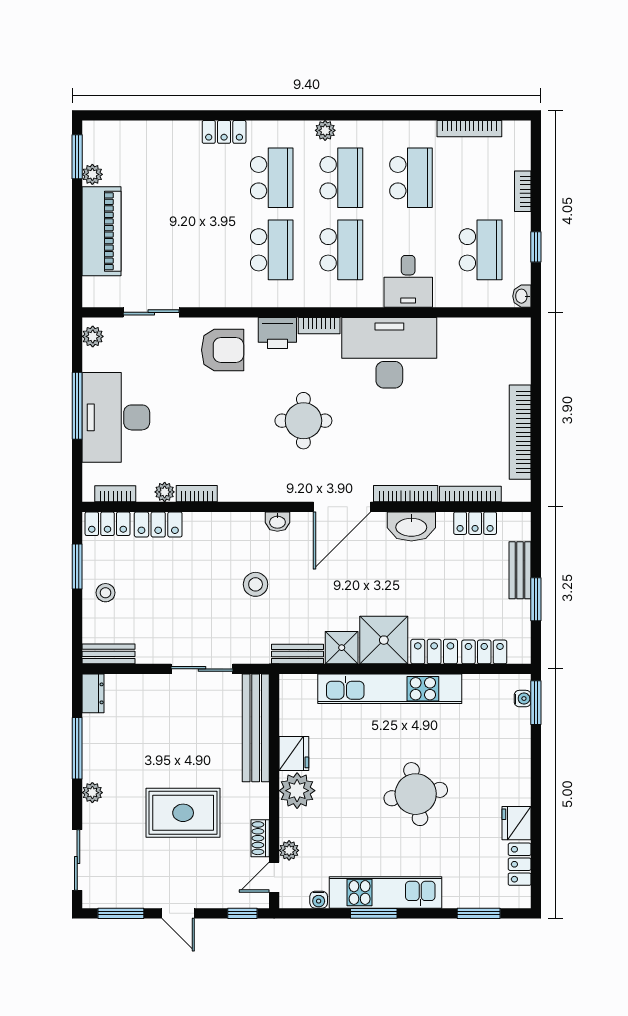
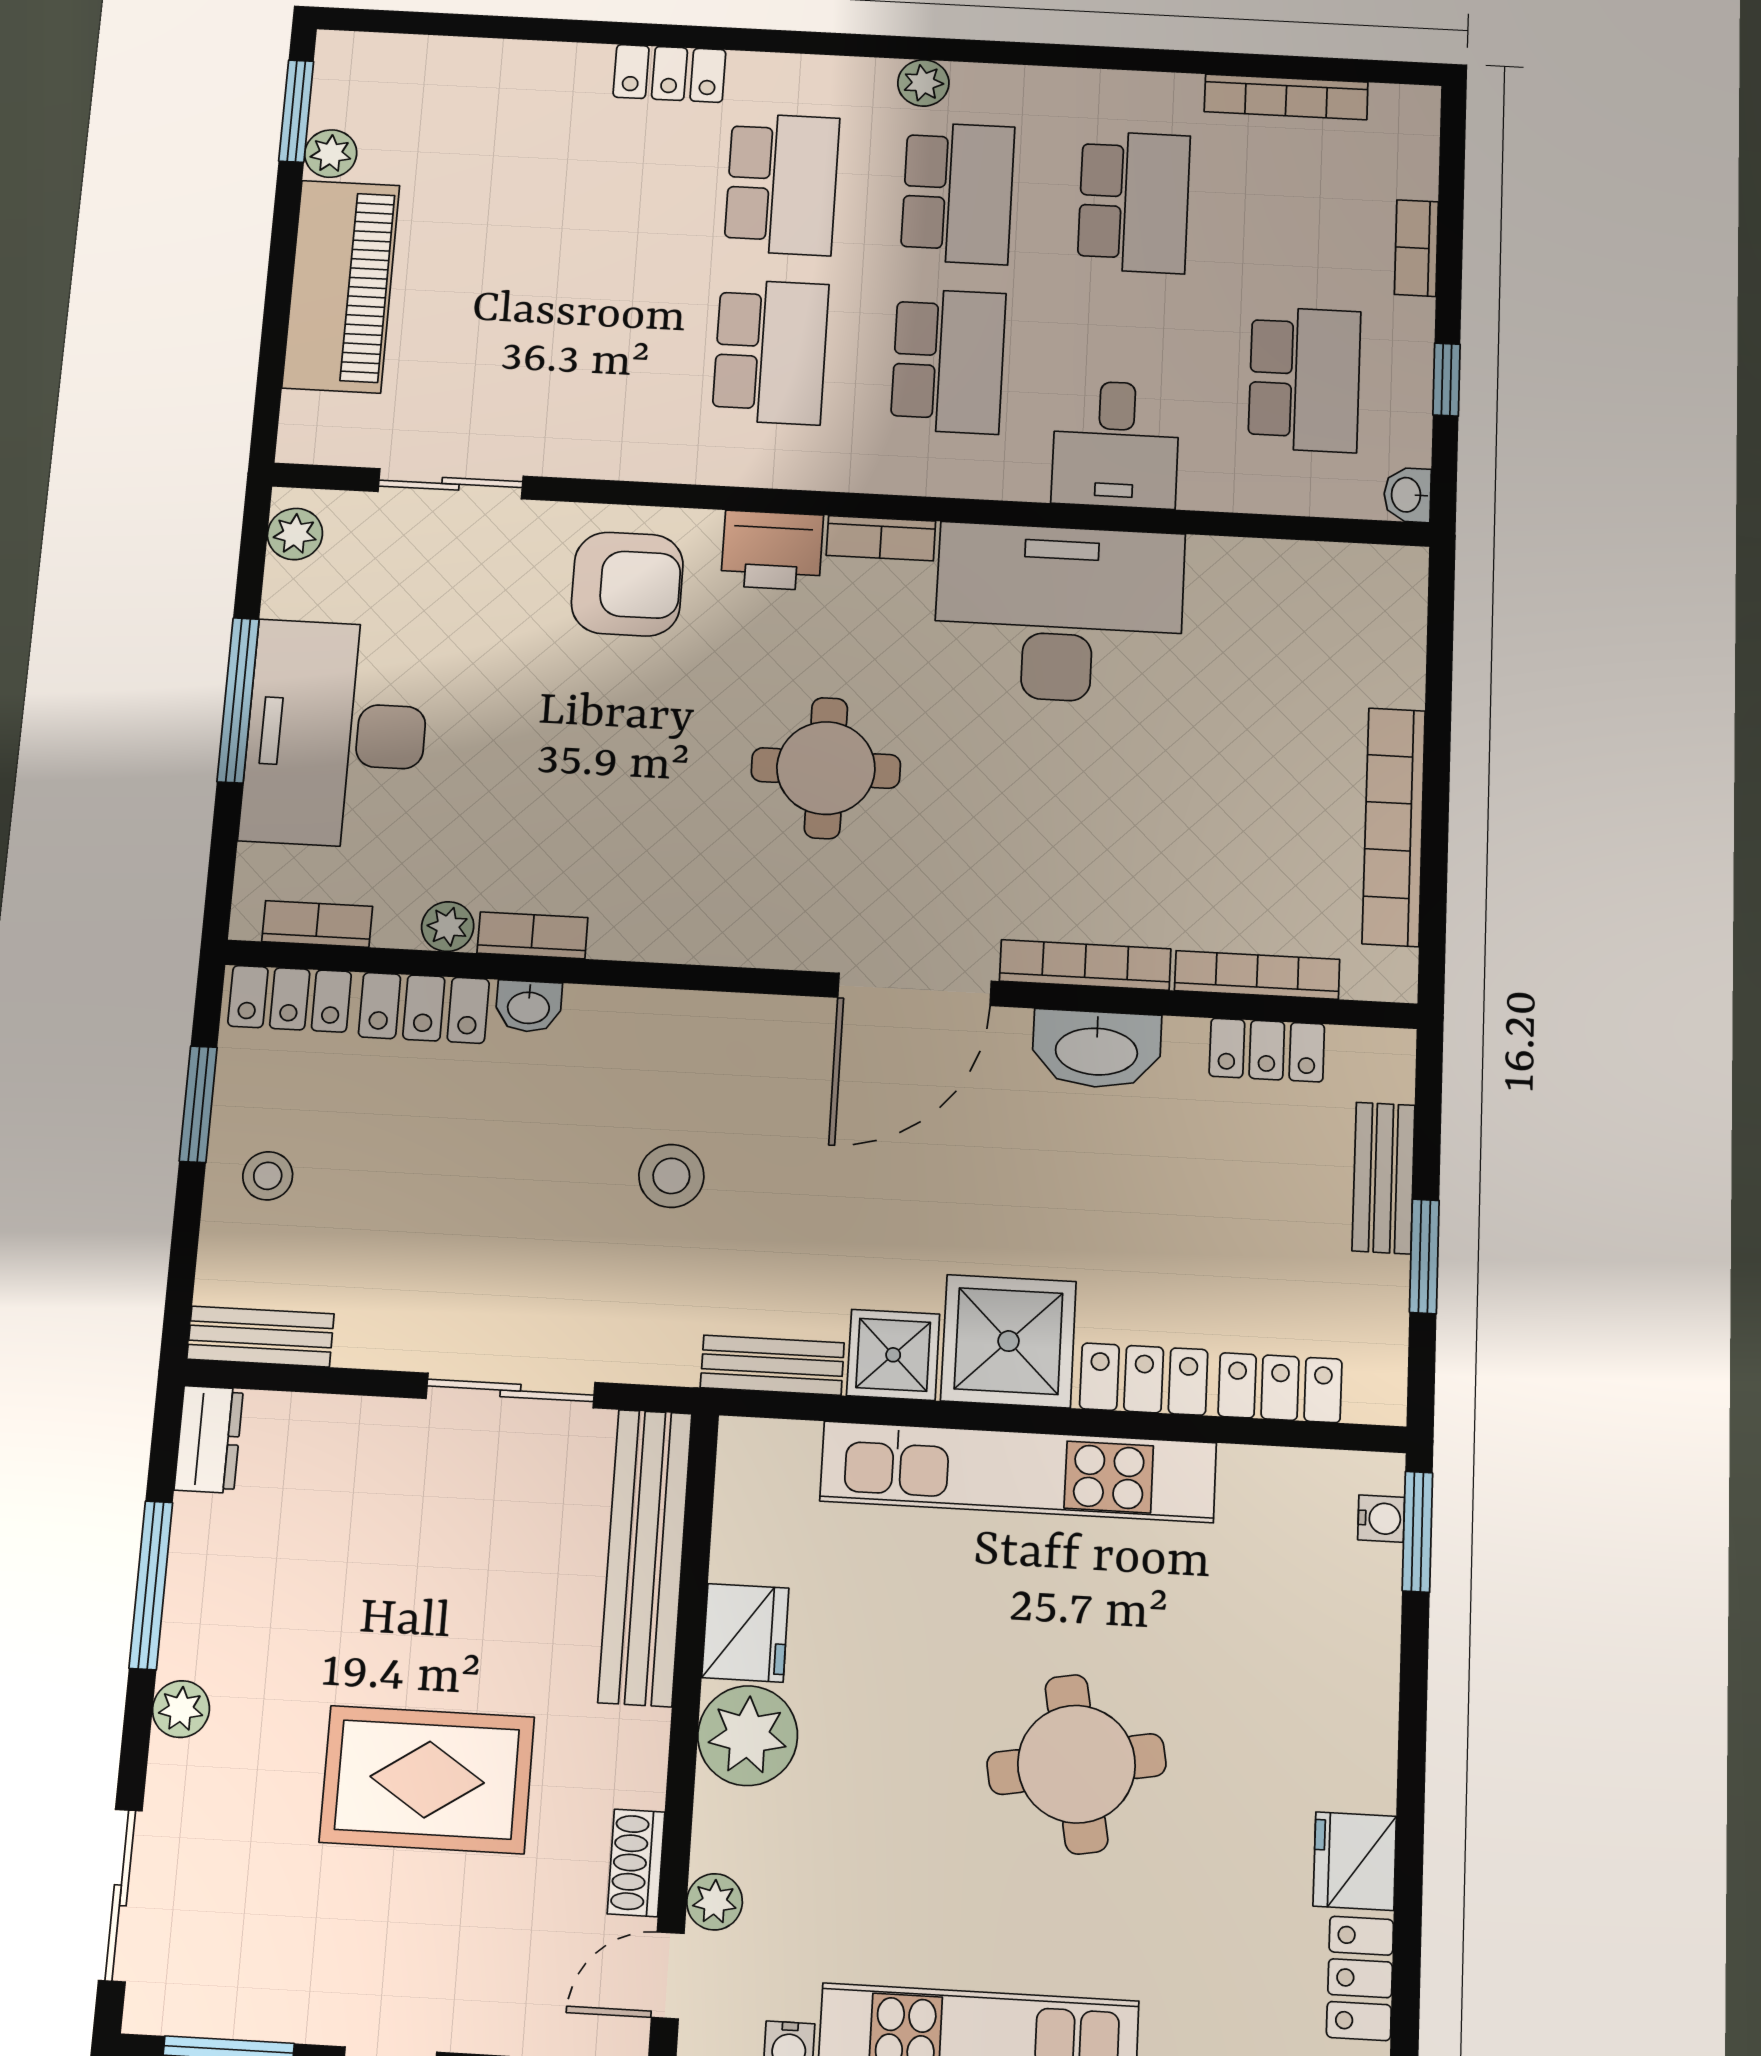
washbasin: (277, 522) -> (529, 1006), moved

